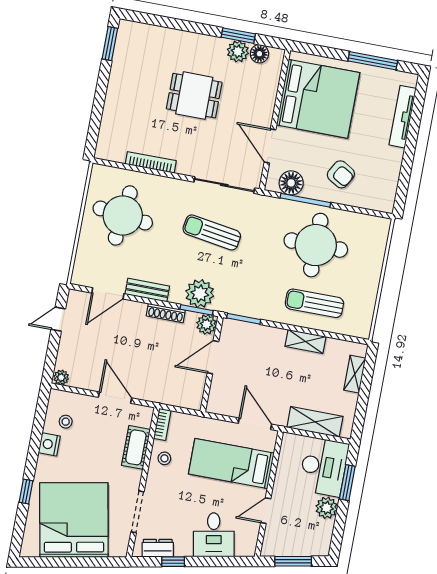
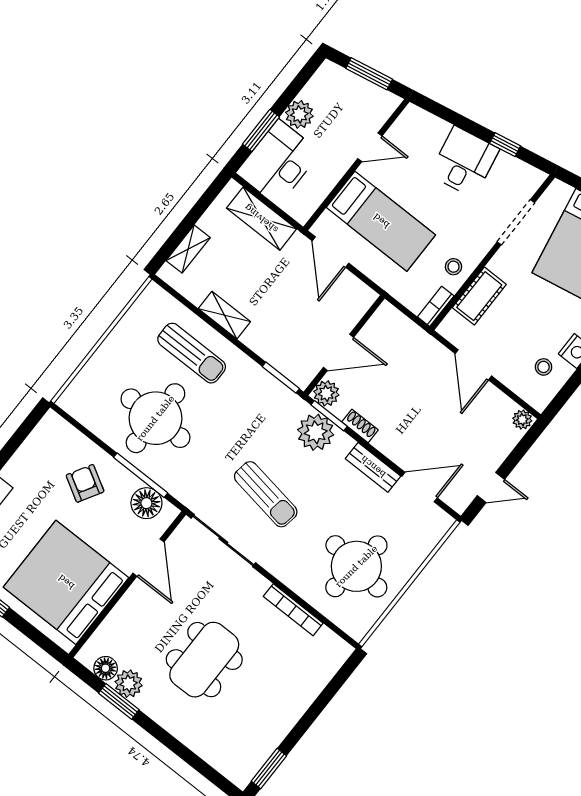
dining table: (194, 96) -> (204, 660), width x1.37
shoe rack: (166, 313) -> (360, 426), width x0.70
desk: (214, 535) -> (464, 162), moved
dresser: (158, 548) -> (514, 169), removed

